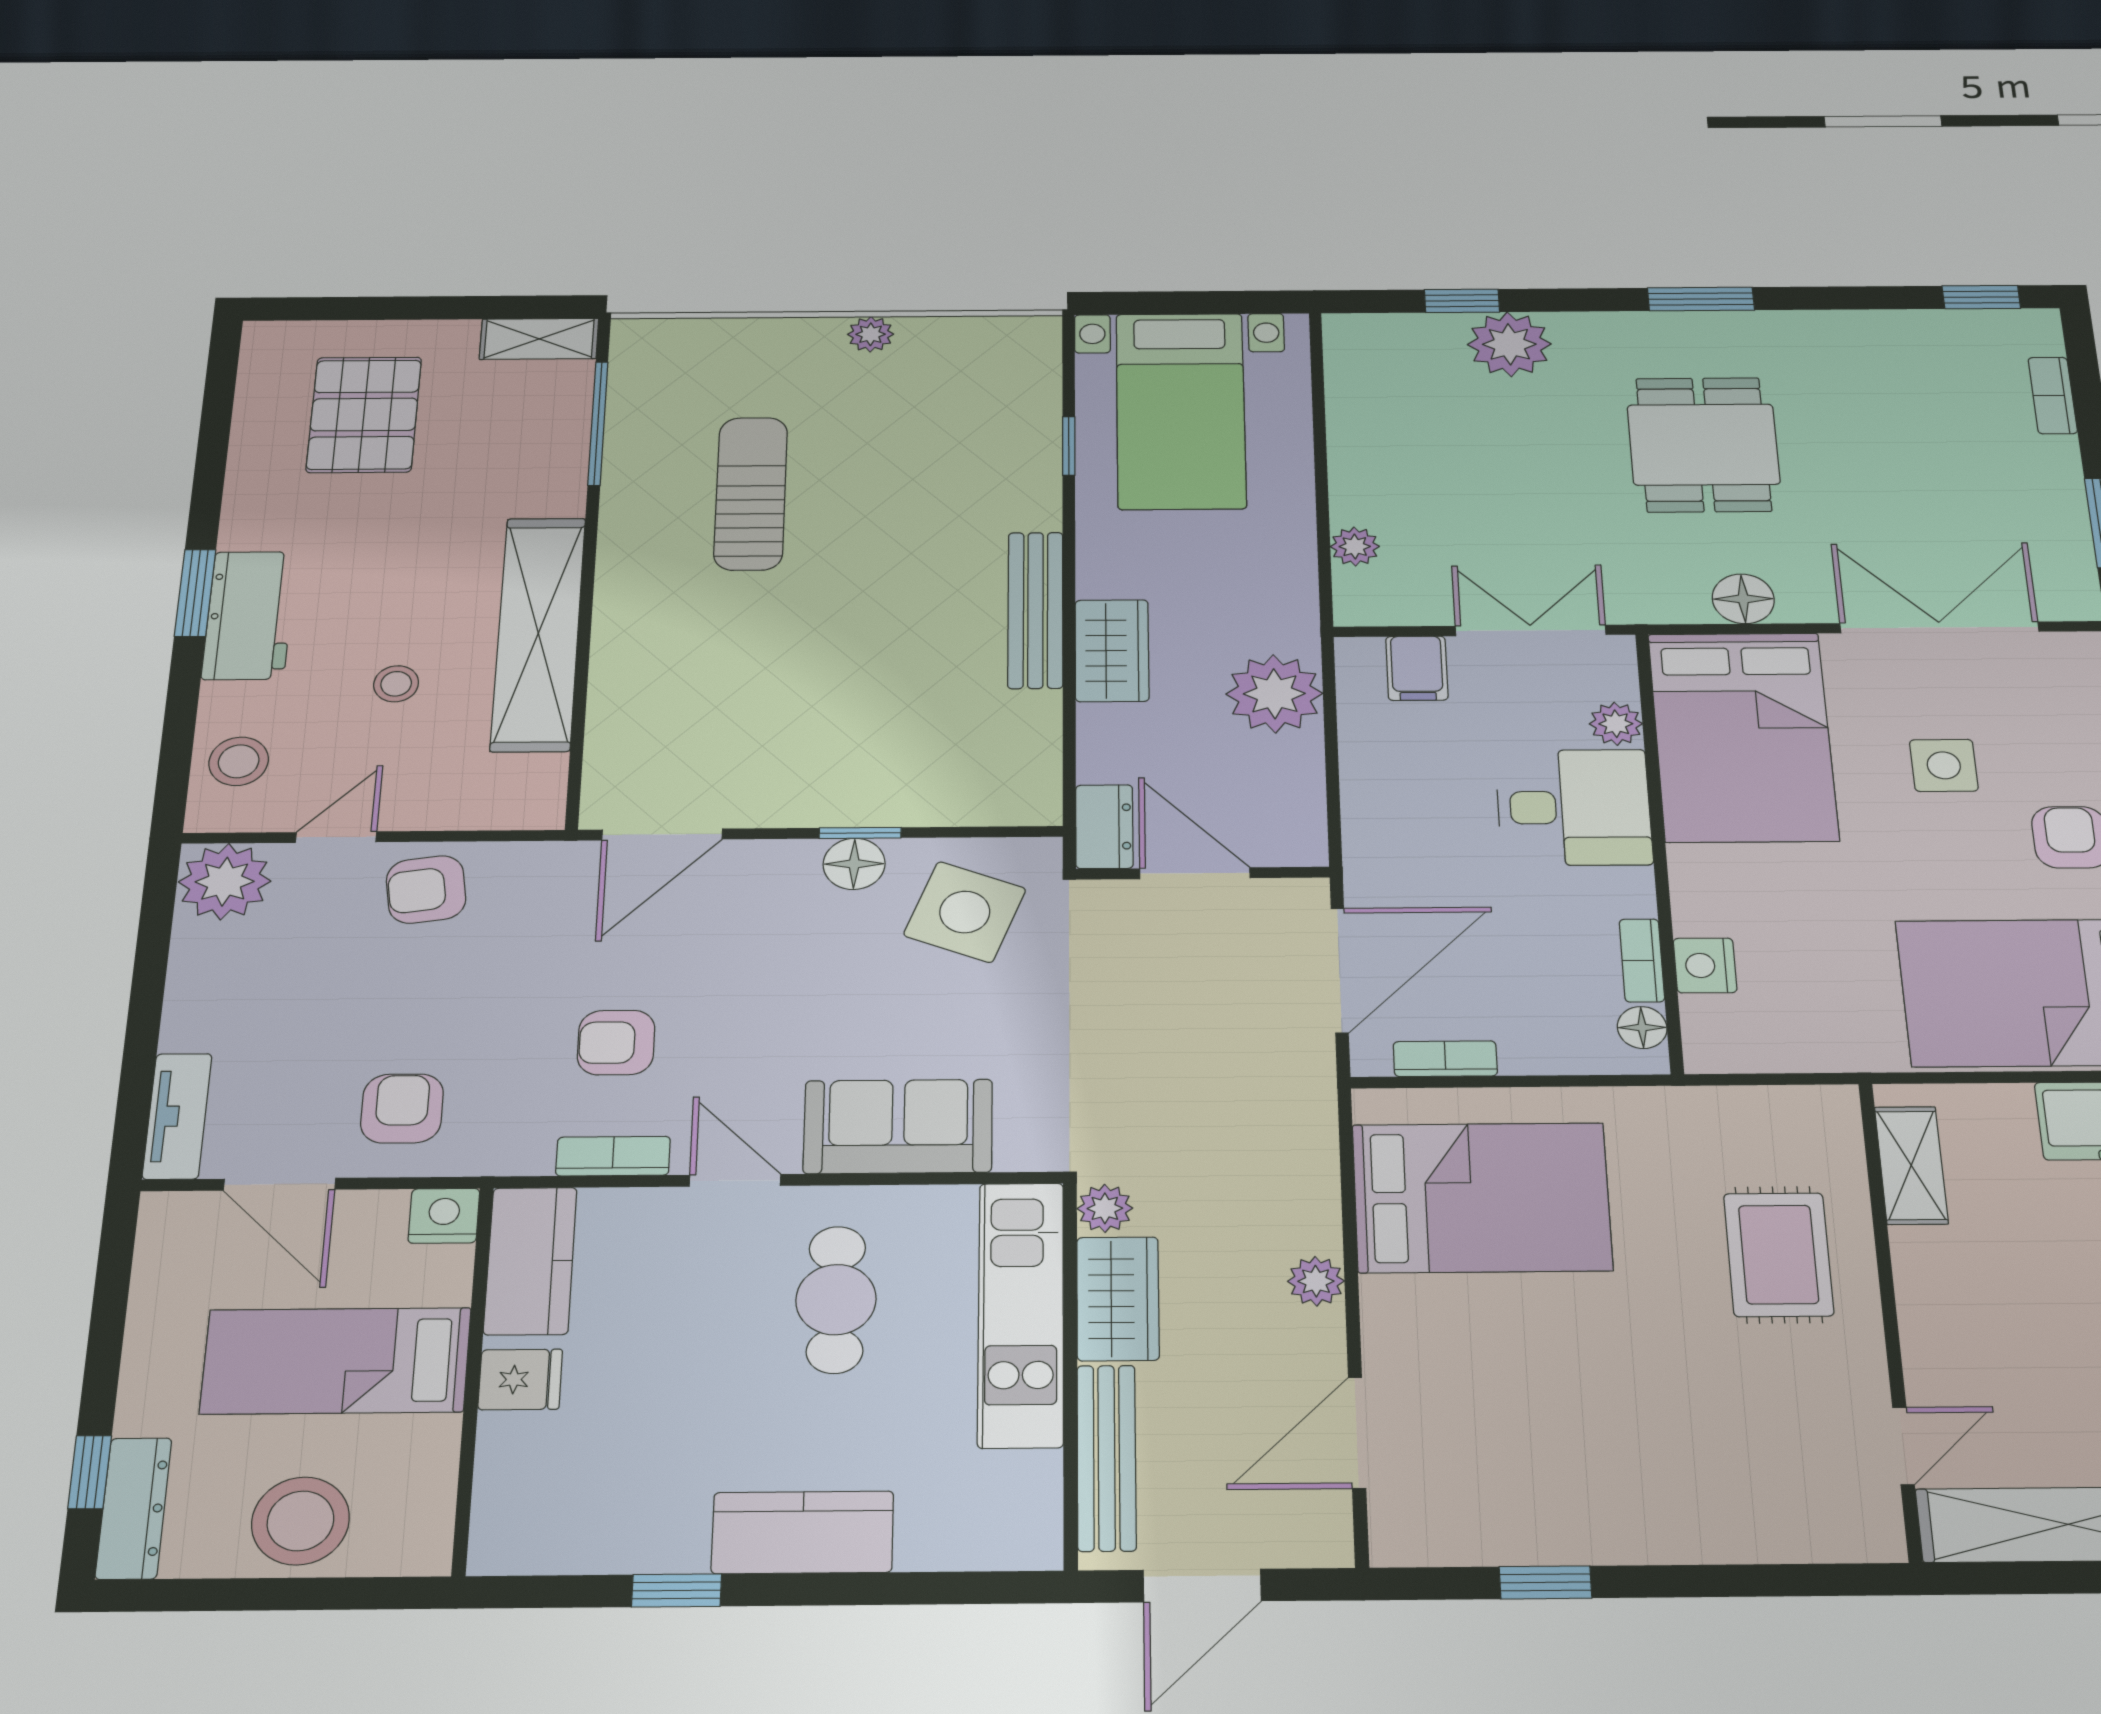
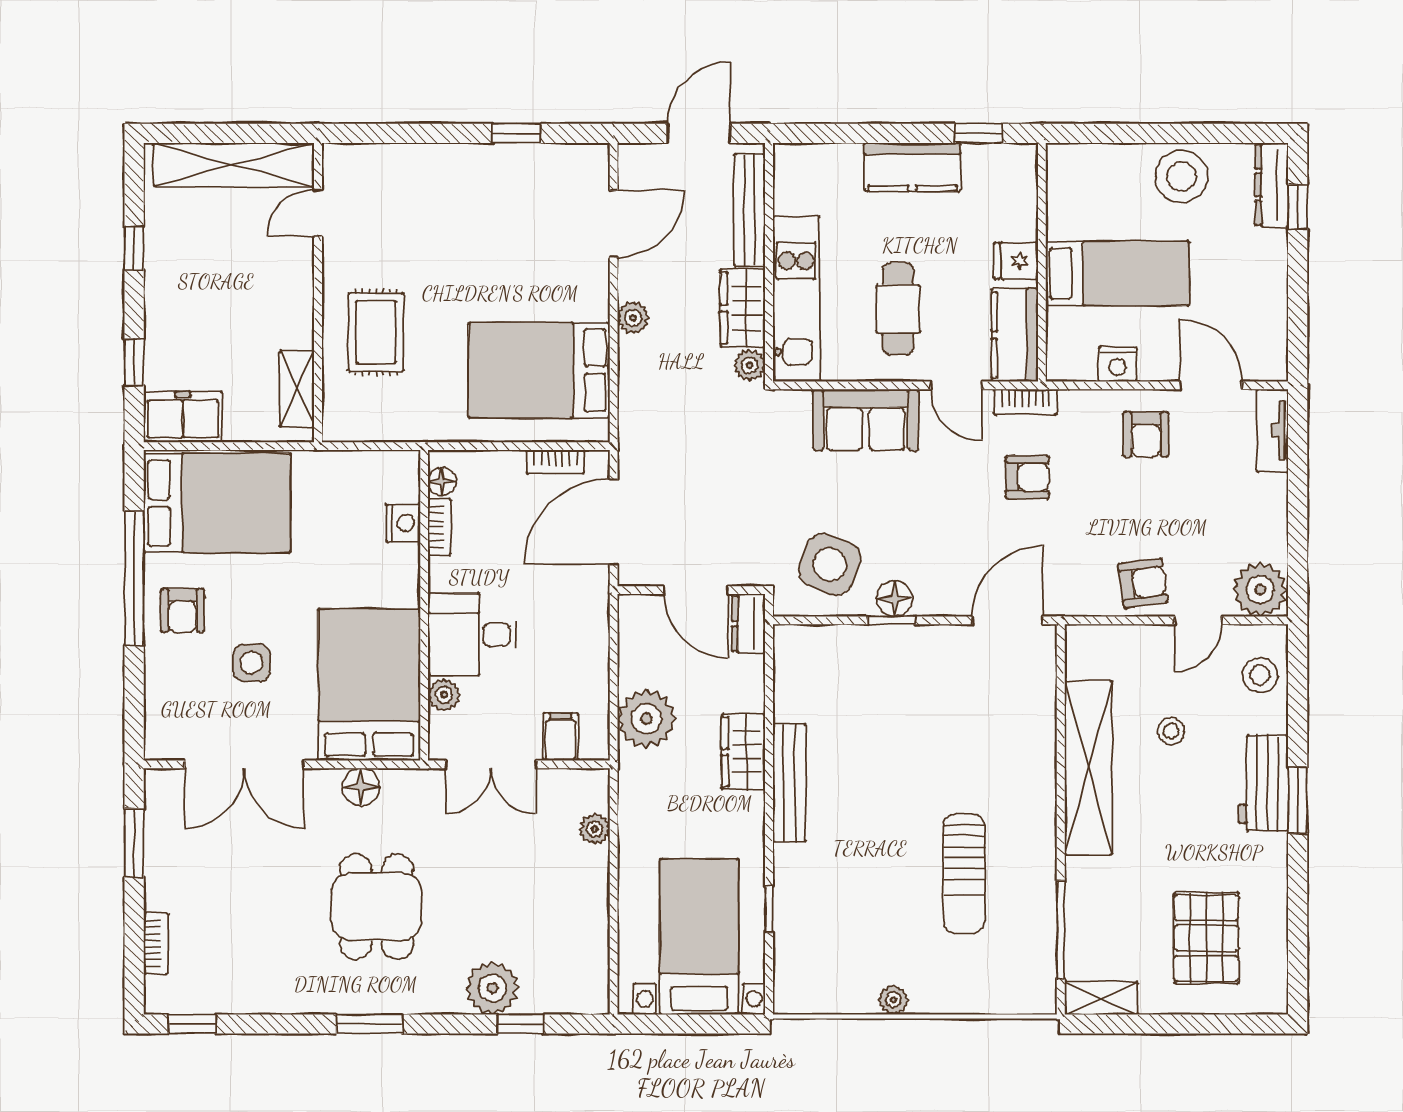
kitchen counter: (530, 1261) -> (1015, 335), moved
bed: (336, 1361) -> (1117, 273), moved
wall: (473, 1378) -> (1042, 262), moved
fridge: (520, 1379) -> (1016, 261), moved

